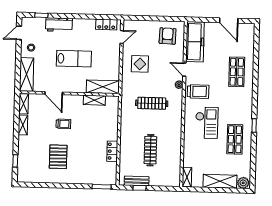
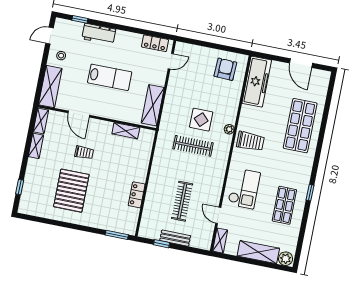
display table: (140, 64) -> (201, 120), moved
door: (184, 70) -> (218, 215), moved
shop shelf: (237, 72) -> (300, 126), width x1.43, depth x1.36
shelving: (103, 87) -> (153, 105), moved, turned 90
checkout: (207, 123) -> (244, 189), moved
pallet: (58, 157) -> (71, 191), width x1.37, depth x1.41
bench: (137, 181) -> (175, 238), moved

